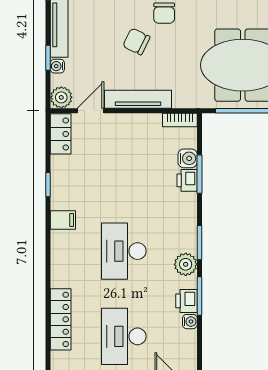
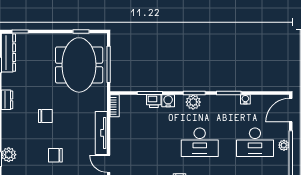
chair: (136, 41) -> (55, 155), moved, turned 64
water cooler: (188, 158) -> (168, 101), moved
plant: (186, 264) -> (193, 102), moved
printer: (186, 301) -> (232, 102), removed

